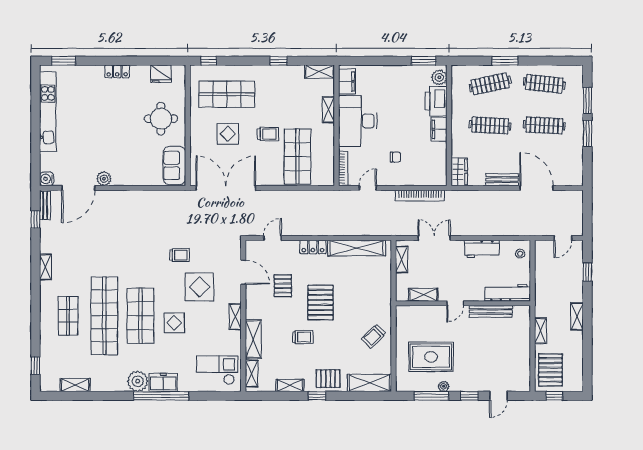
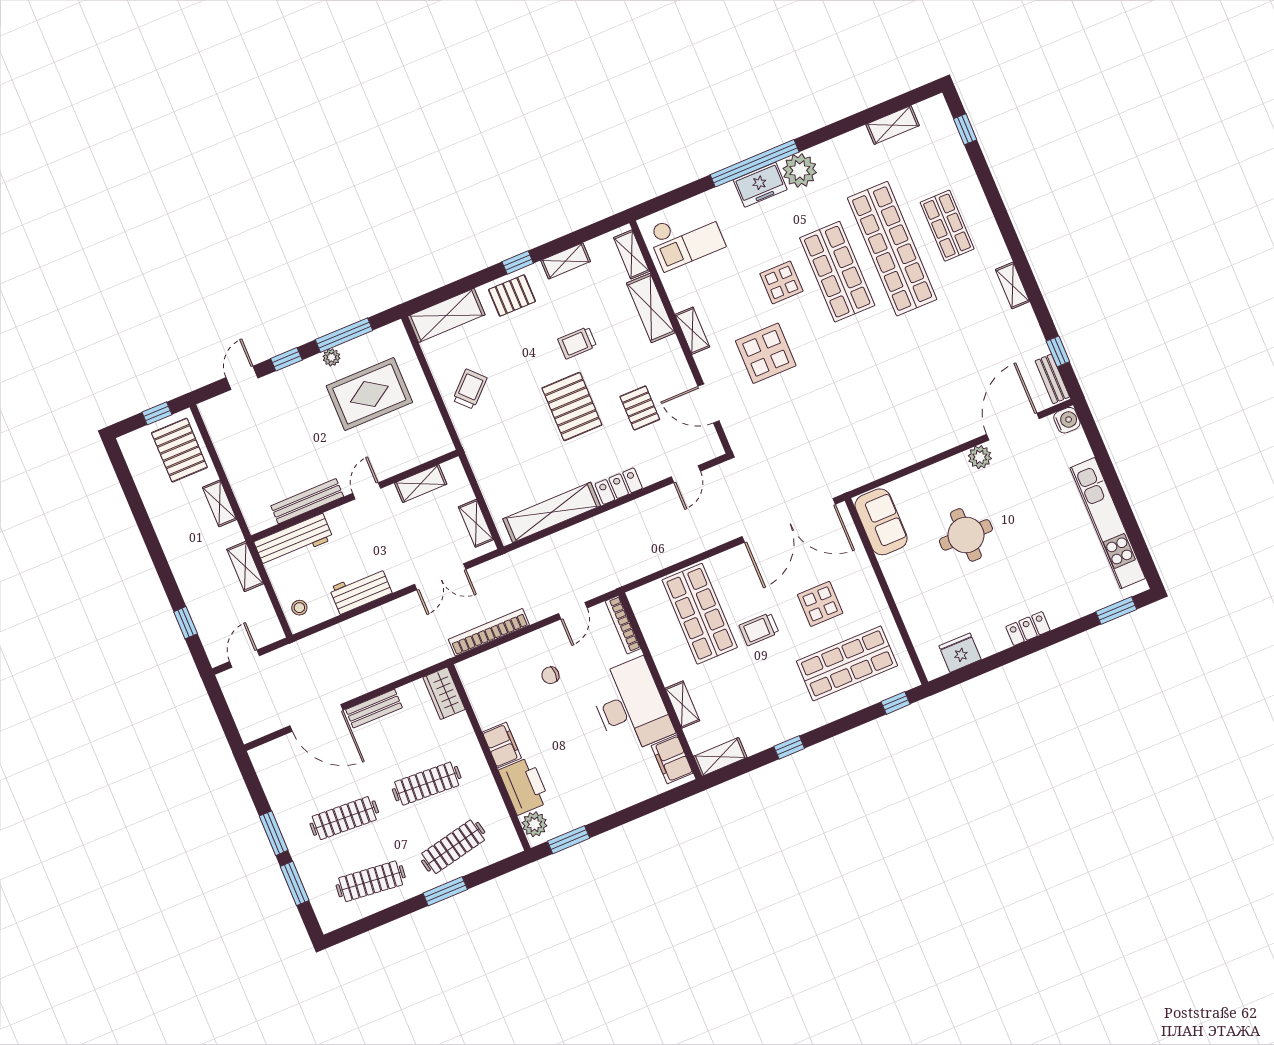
round table: (161, 119) -> (966, 535), moved
trolley: (180, 255) -> (816, 389), removed
shelving: (577, 316) -> (245, 566), moved

